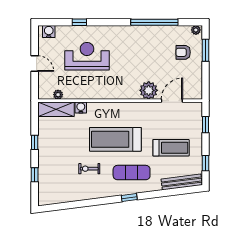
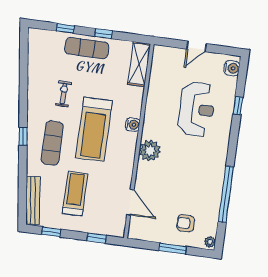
window: (206, 50) -> (173, 248), moved
armchair: (183, 52) -> (186, 223), turned -90
plant: (149, 90) -> (150, 151), moved
plant: (58, 95) -> (156, 69), removed
water cooler: (81, 108) -> (133, 125), moved
treadmill: (115, 139) -> (94, 129), turned 180
treadmill: (171, 148) -> (75, 194), turned 180
exercise mat: (49, 155) -> (87, 48), added

